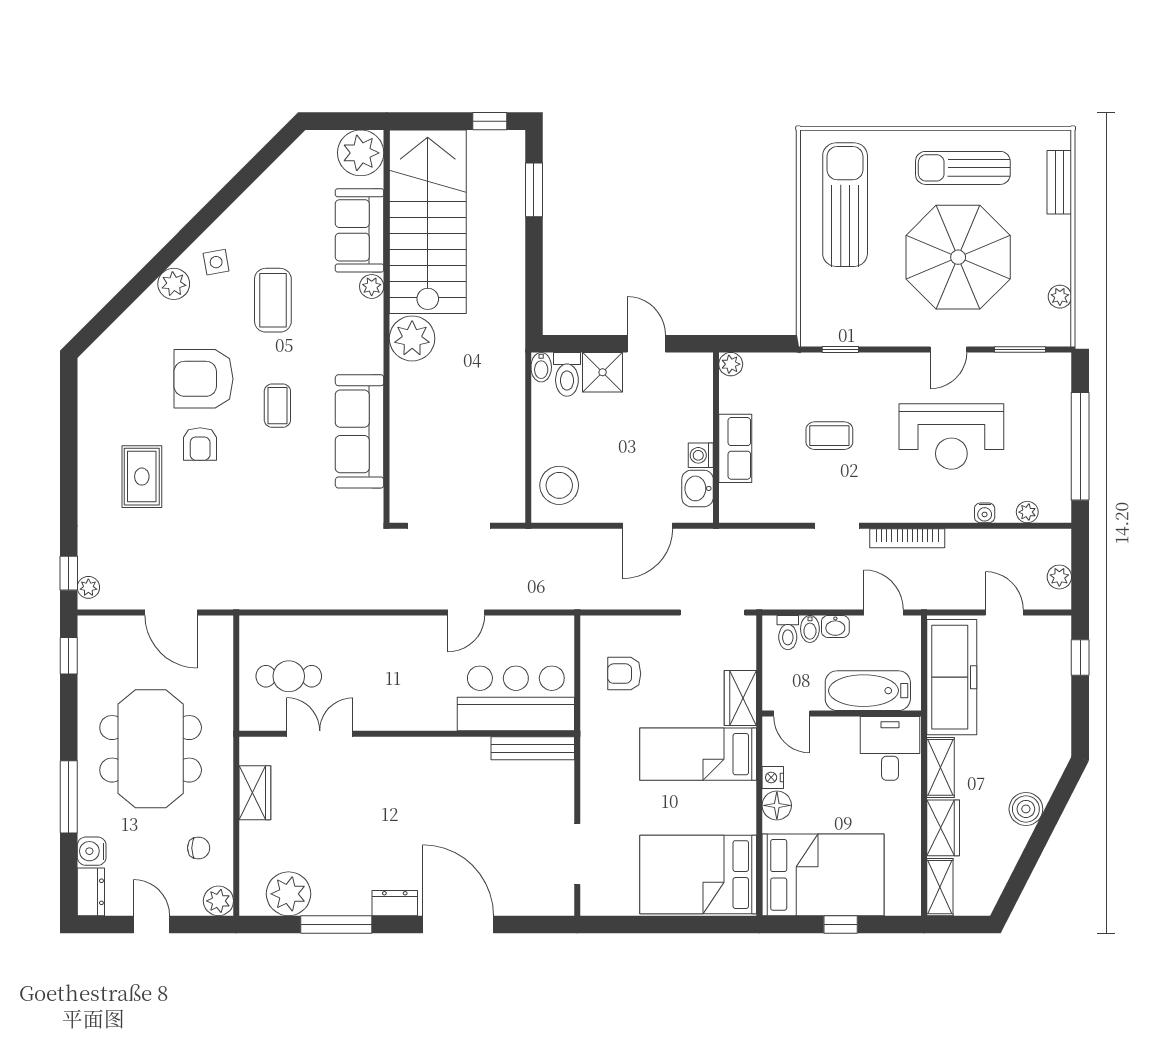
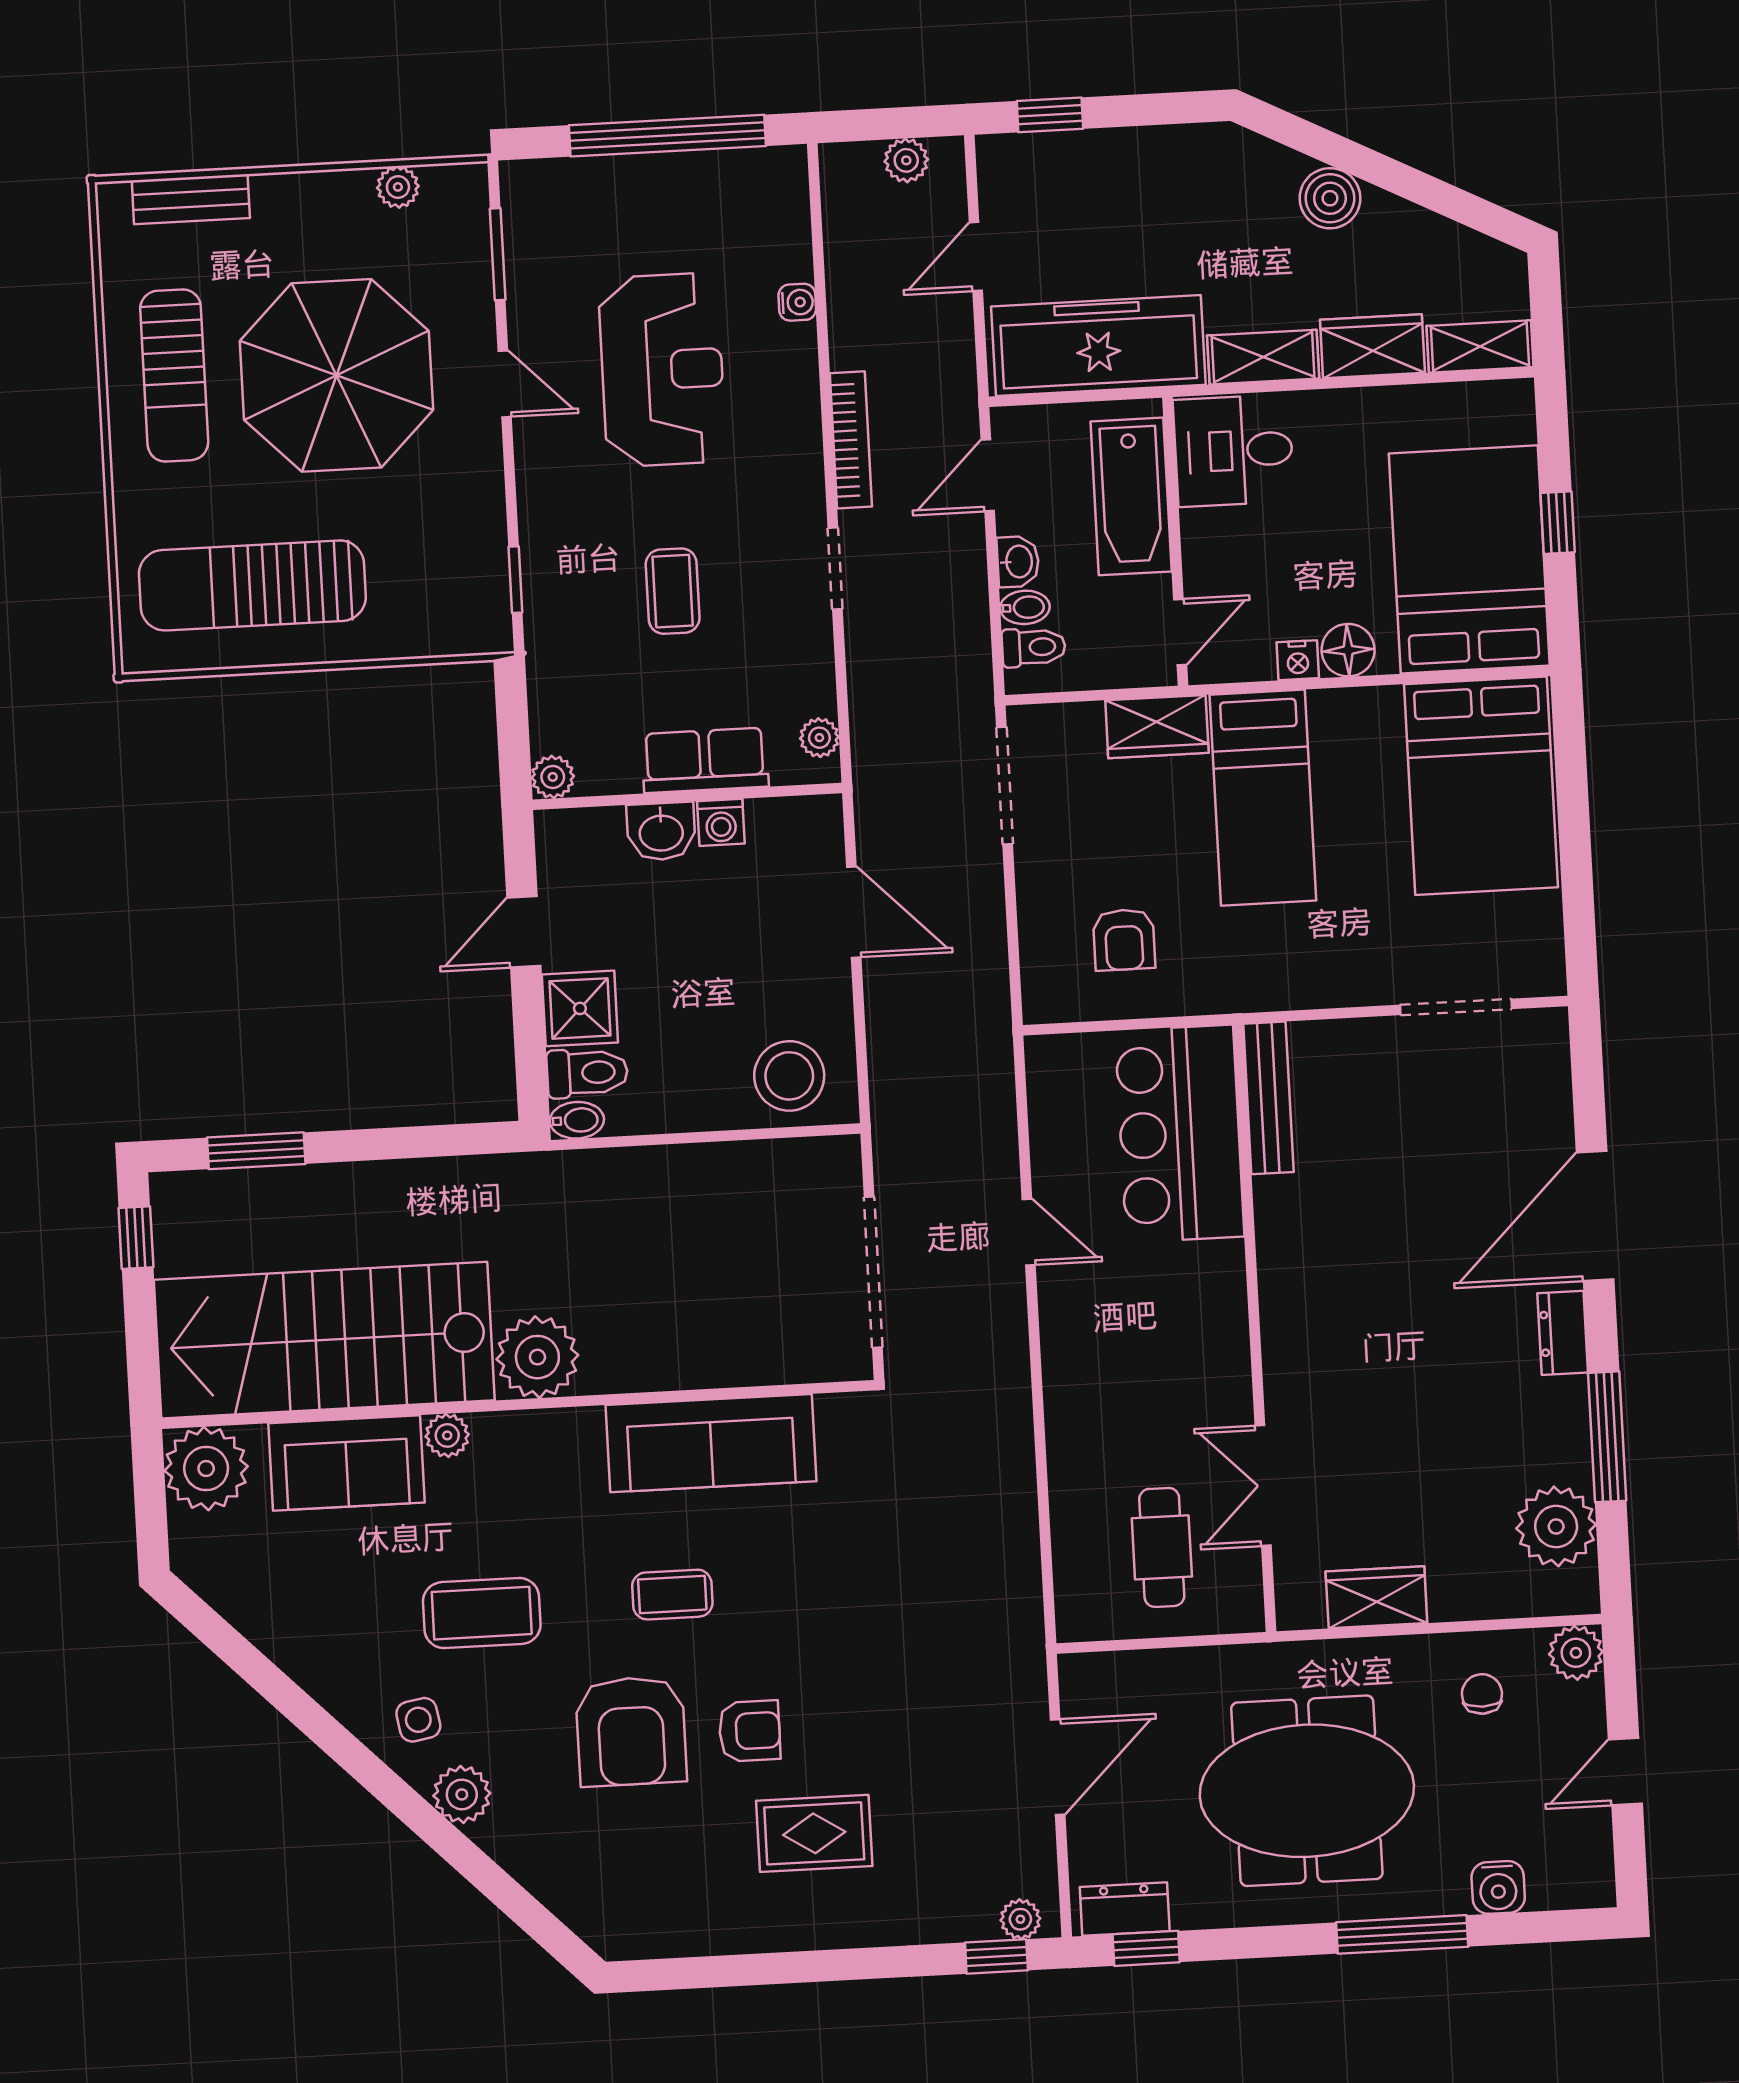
washbasin: (698, 488) -> (661, 831), moved
plant: (1027, 512) -> (819, 738), moved
dresser: (91, 892) -> (1125, 1909), moved

